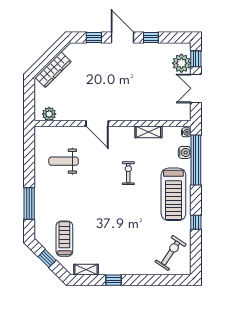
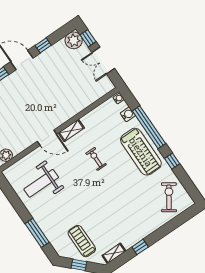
plant: (181, 63) -> (74, 40), moved
shelving: (148, 132) -> (71, 130), moved
window: (196, 160) -> (149, 127), moved
weight bench: (64, 161) -> (41, 183), width x1.36, depth x1.33

